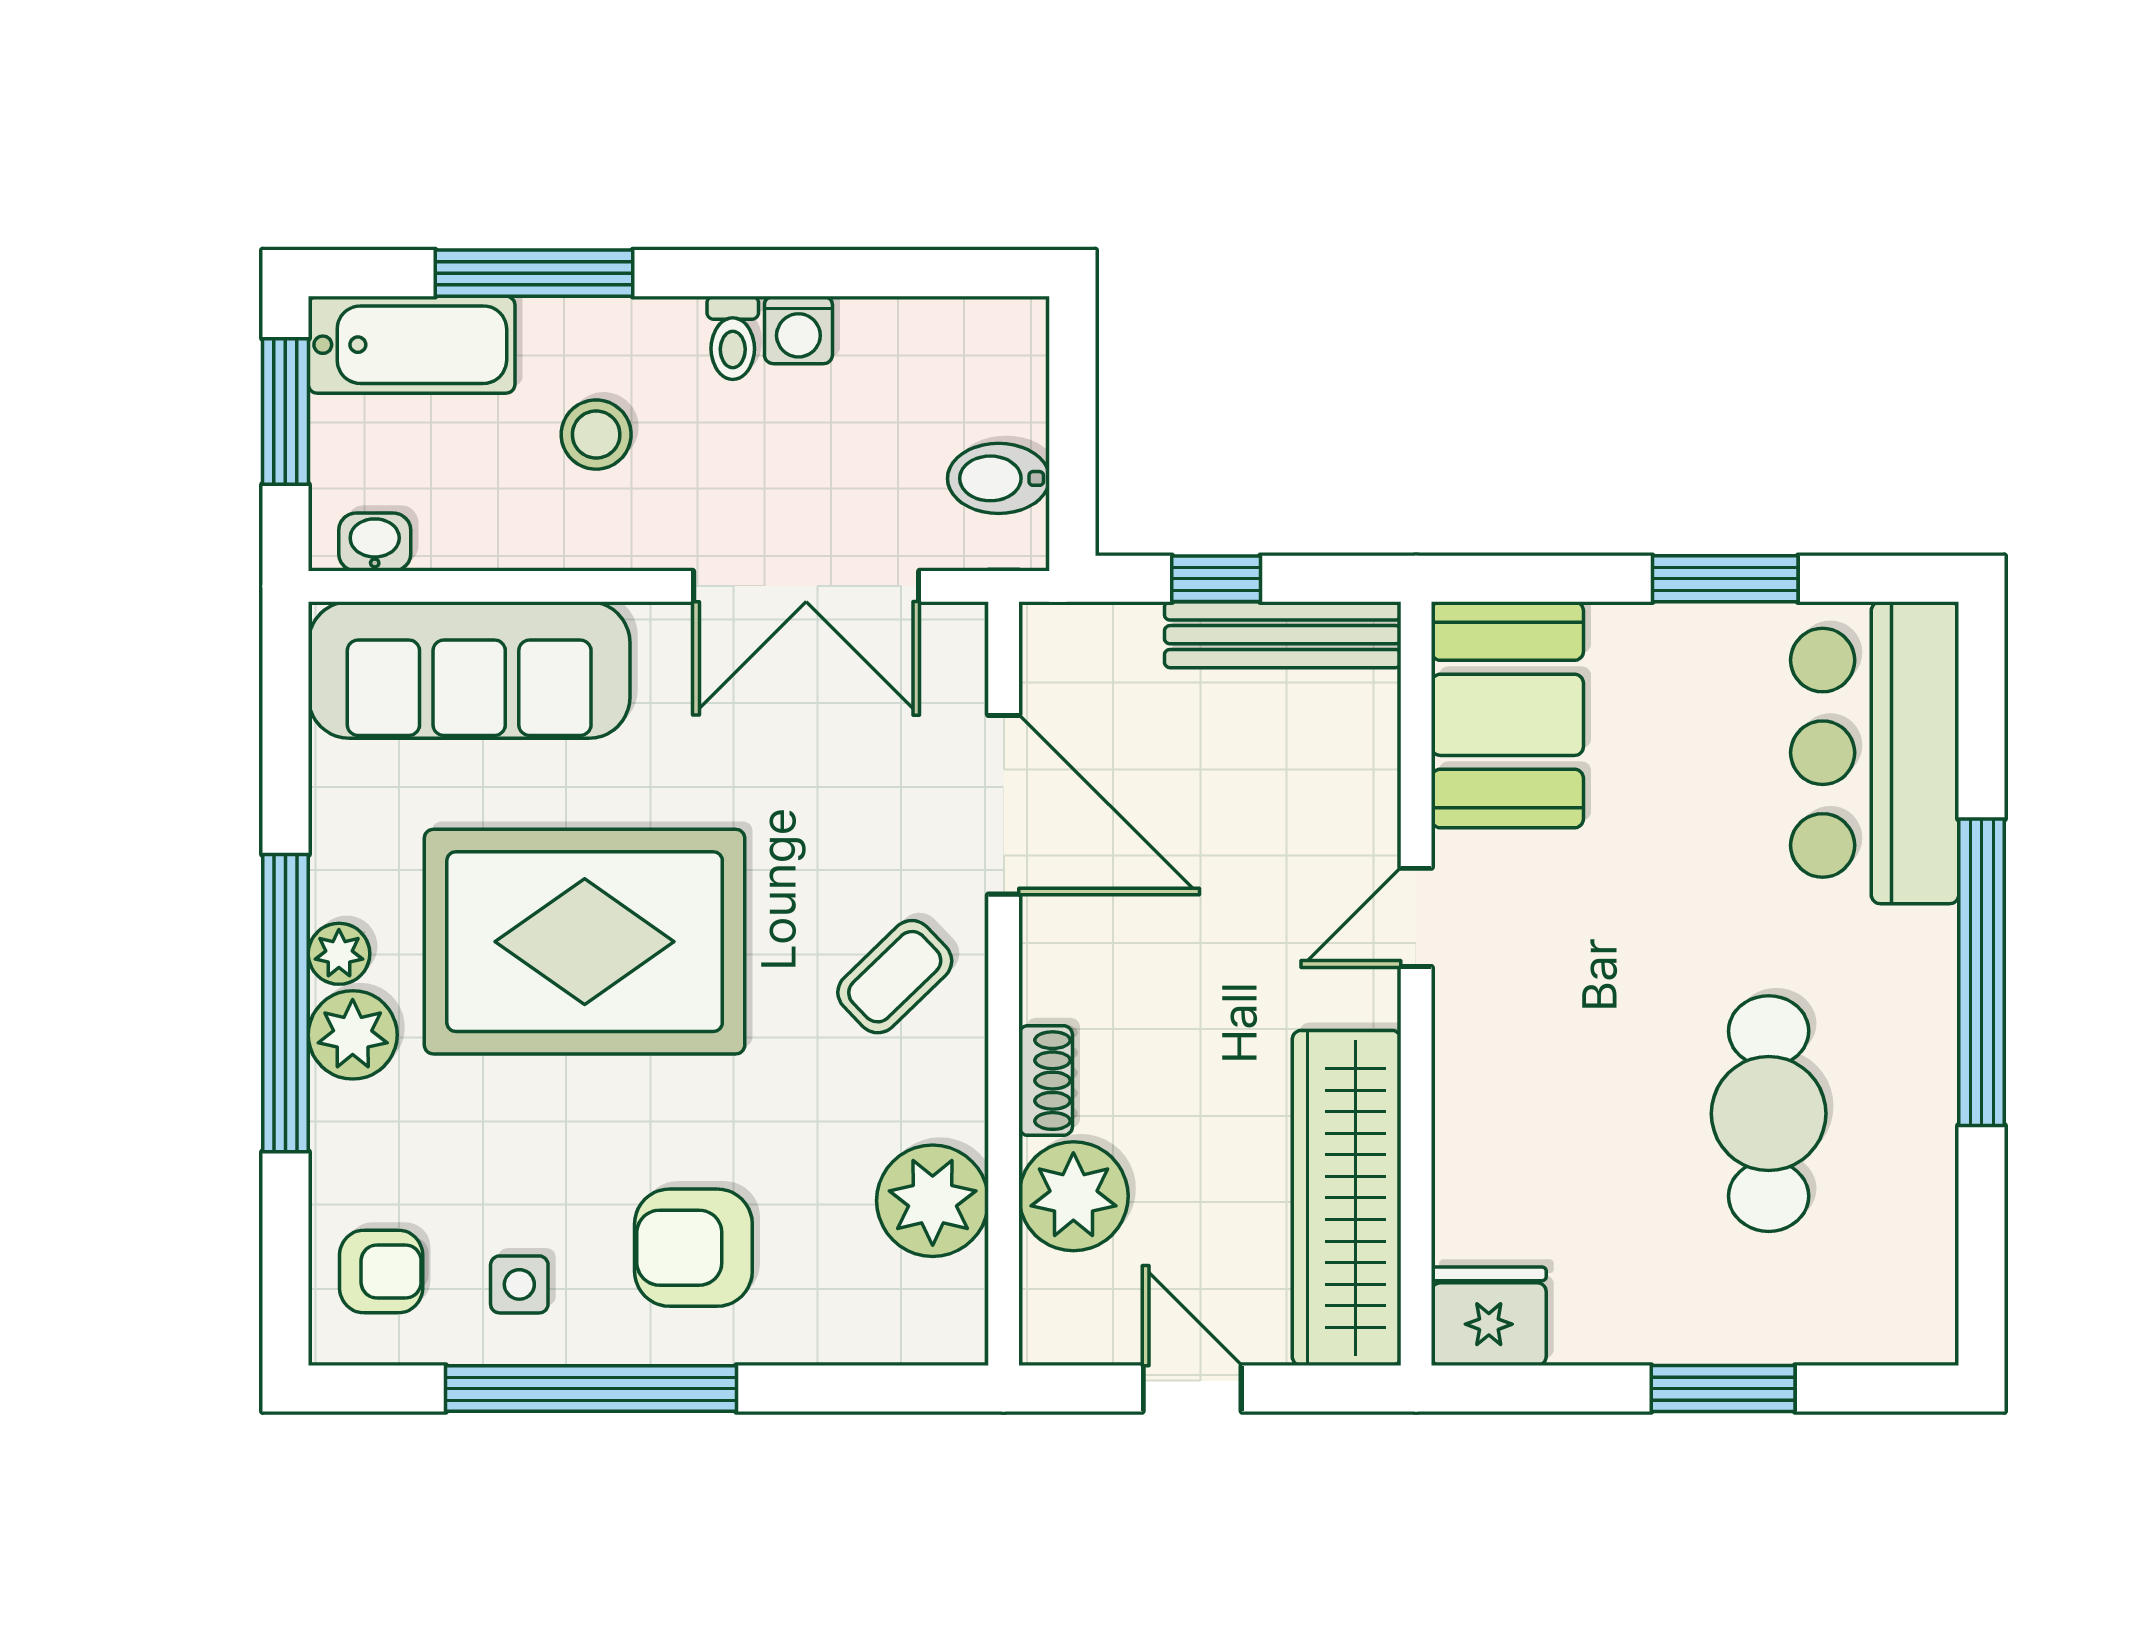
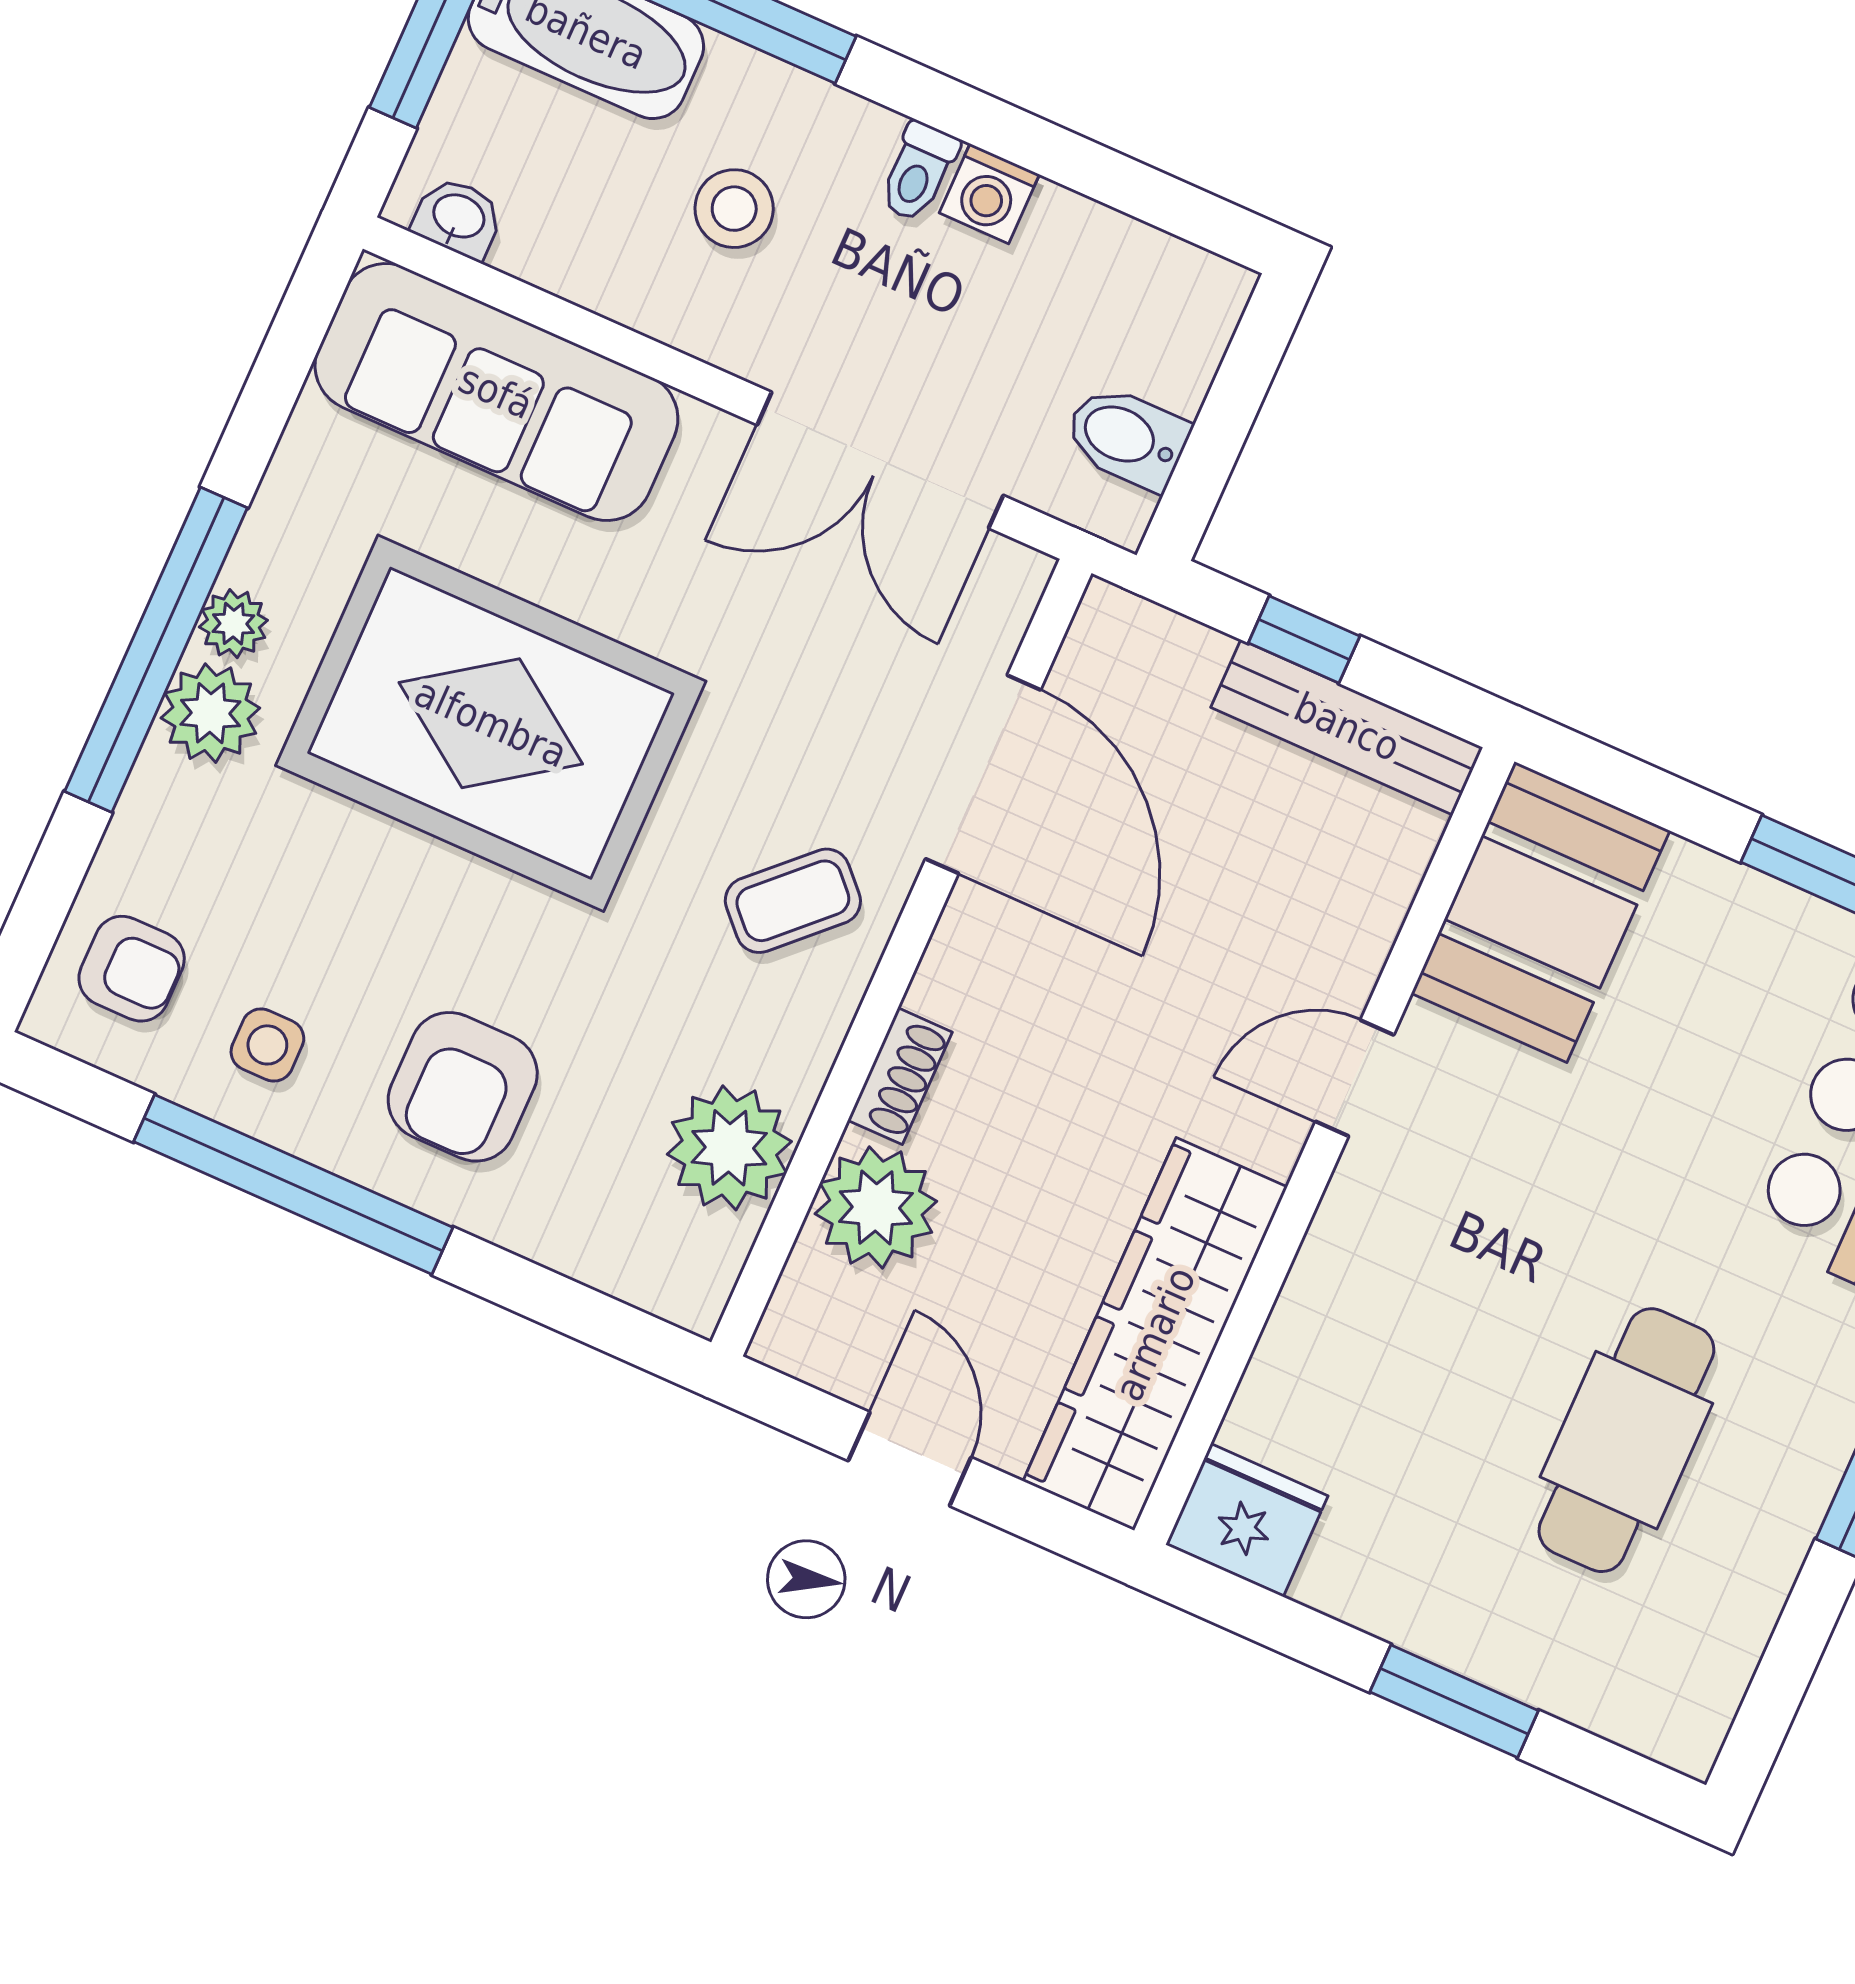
armchair: (693, 1248) -> (463, 1087), turned -90

